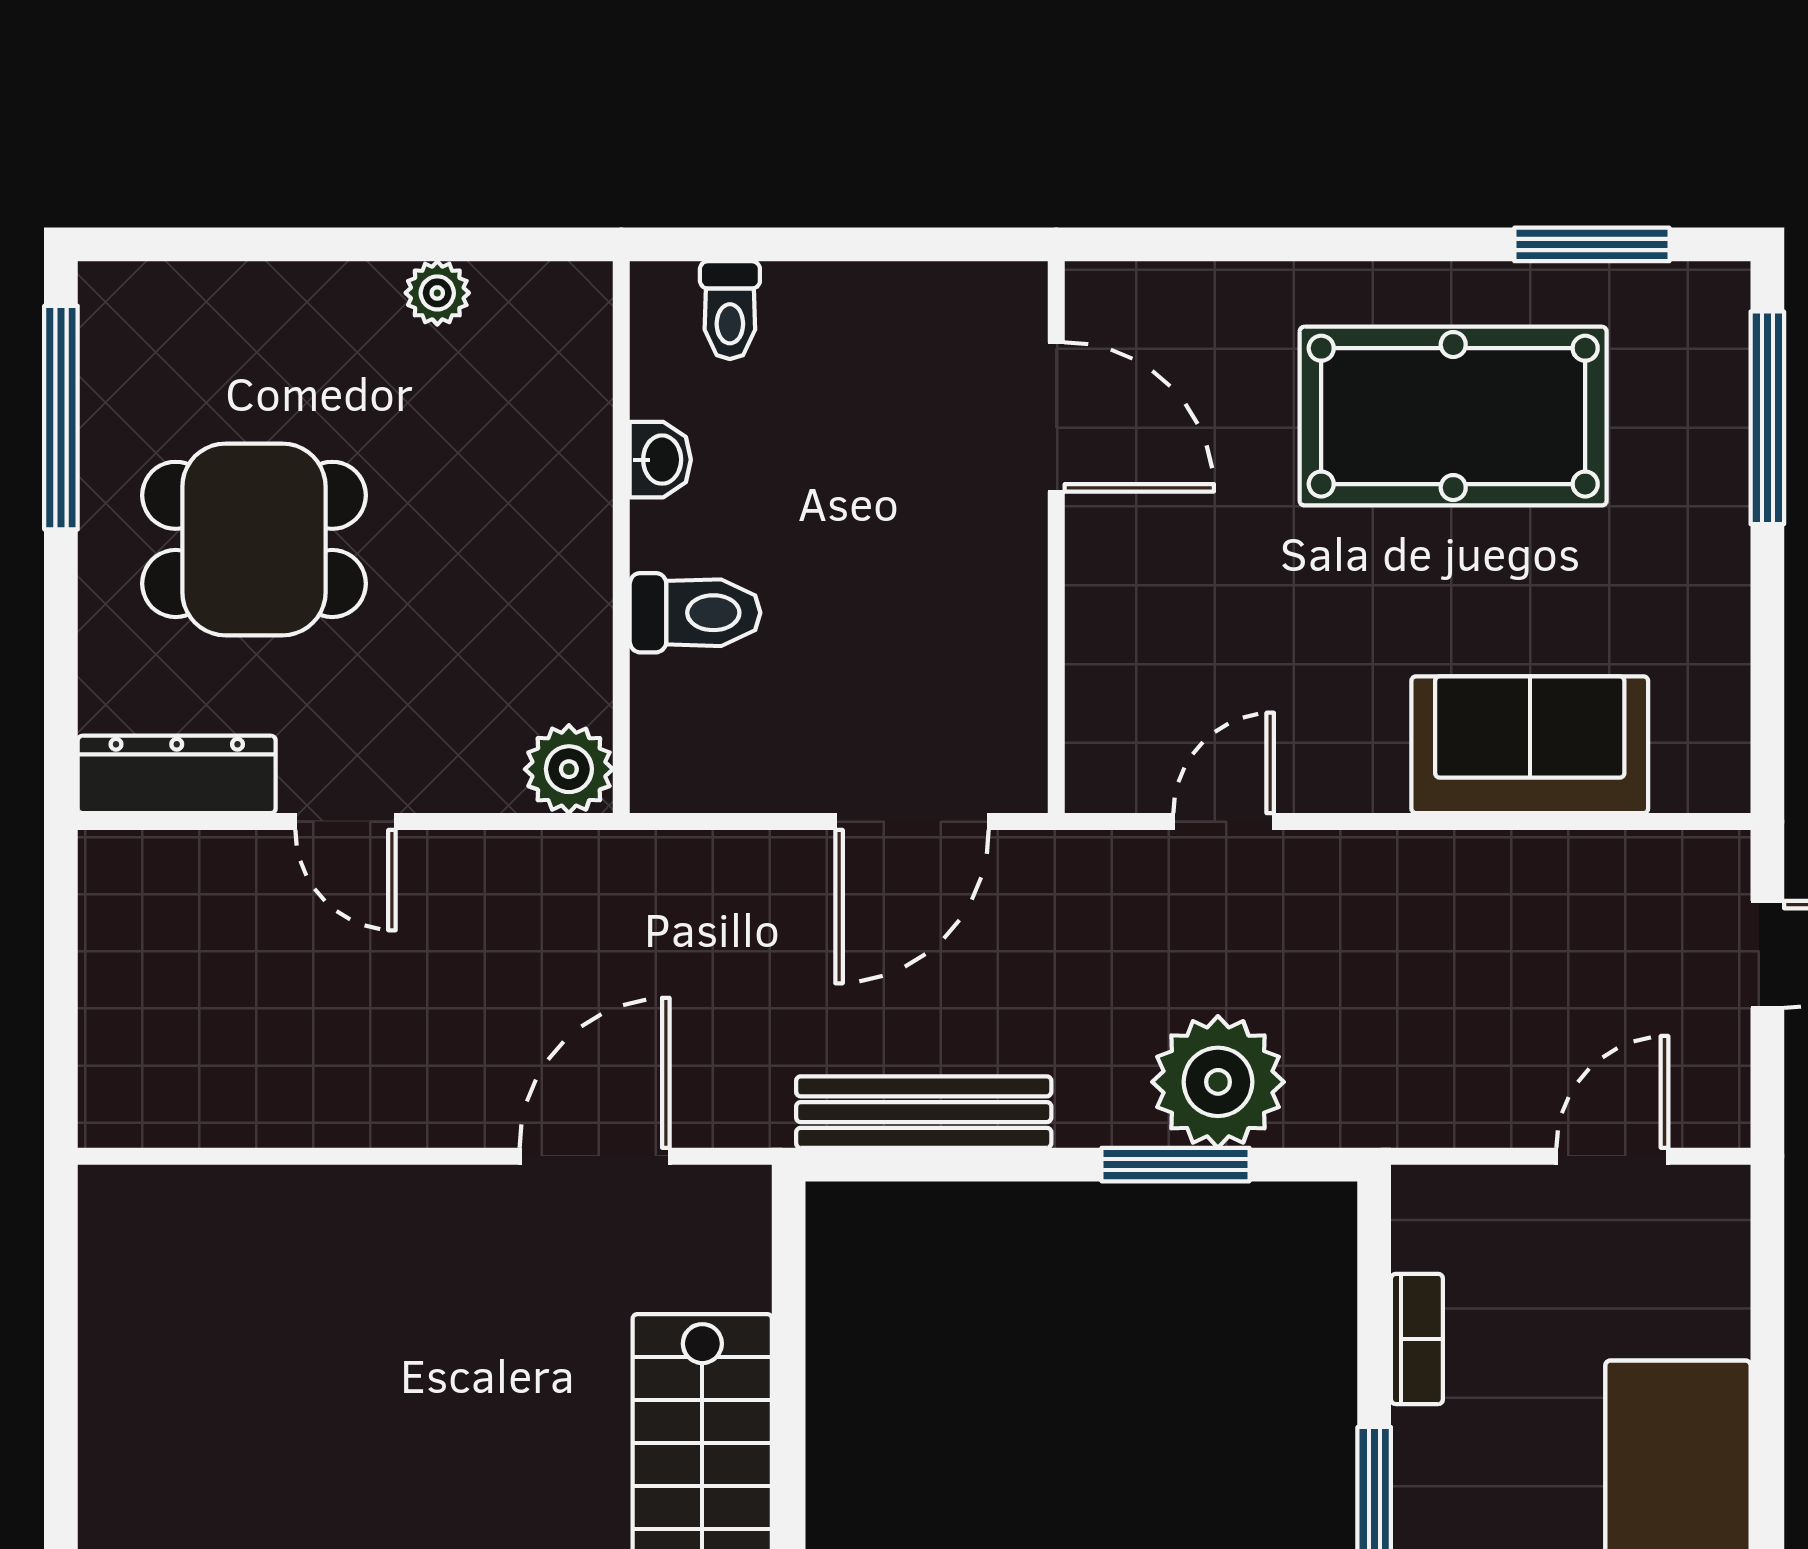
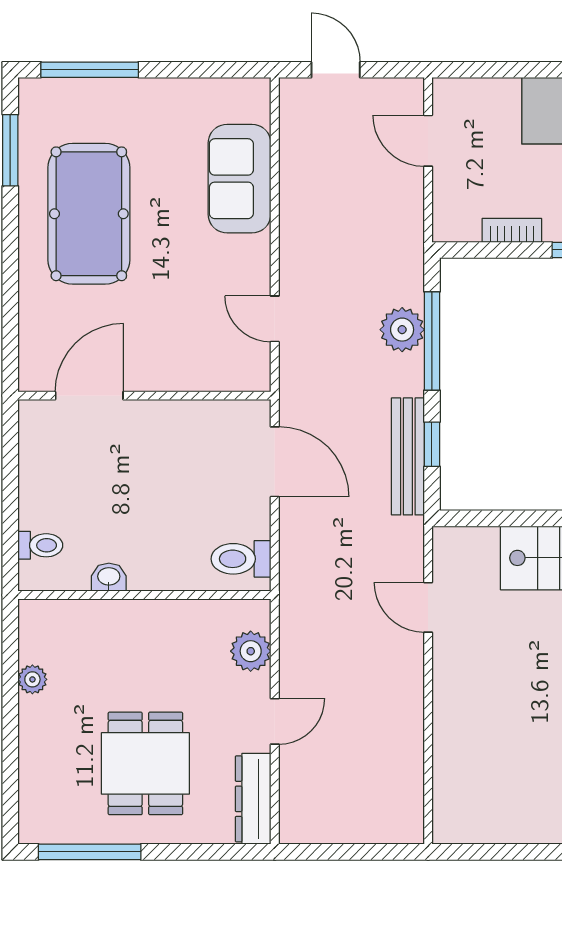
toilet: (695, 613) -> (241, 559), moved, turned -90
plant: (569, 769) -> (251, 651), moved
plant: (1218, 1082) -> (402, 330), width x0.73, depth x0.73
door: (595, 1156) -> (428, 607), width x0.73
window: (950, 1165) -> (432, 444), added
window: (1176, 1165) -> (432, 341), width x1.44

